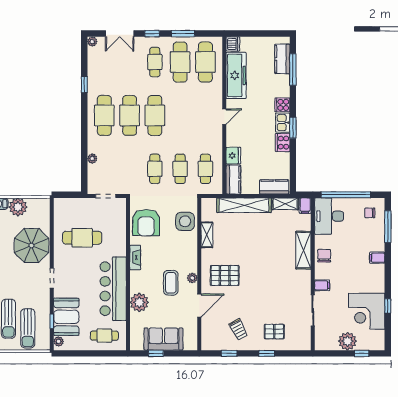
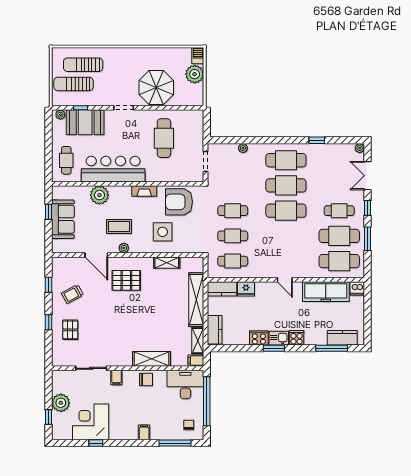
side table: (185, 221) -> (163, 232), moved
pallet: (225, 275) -> (126, 280), turned 90

